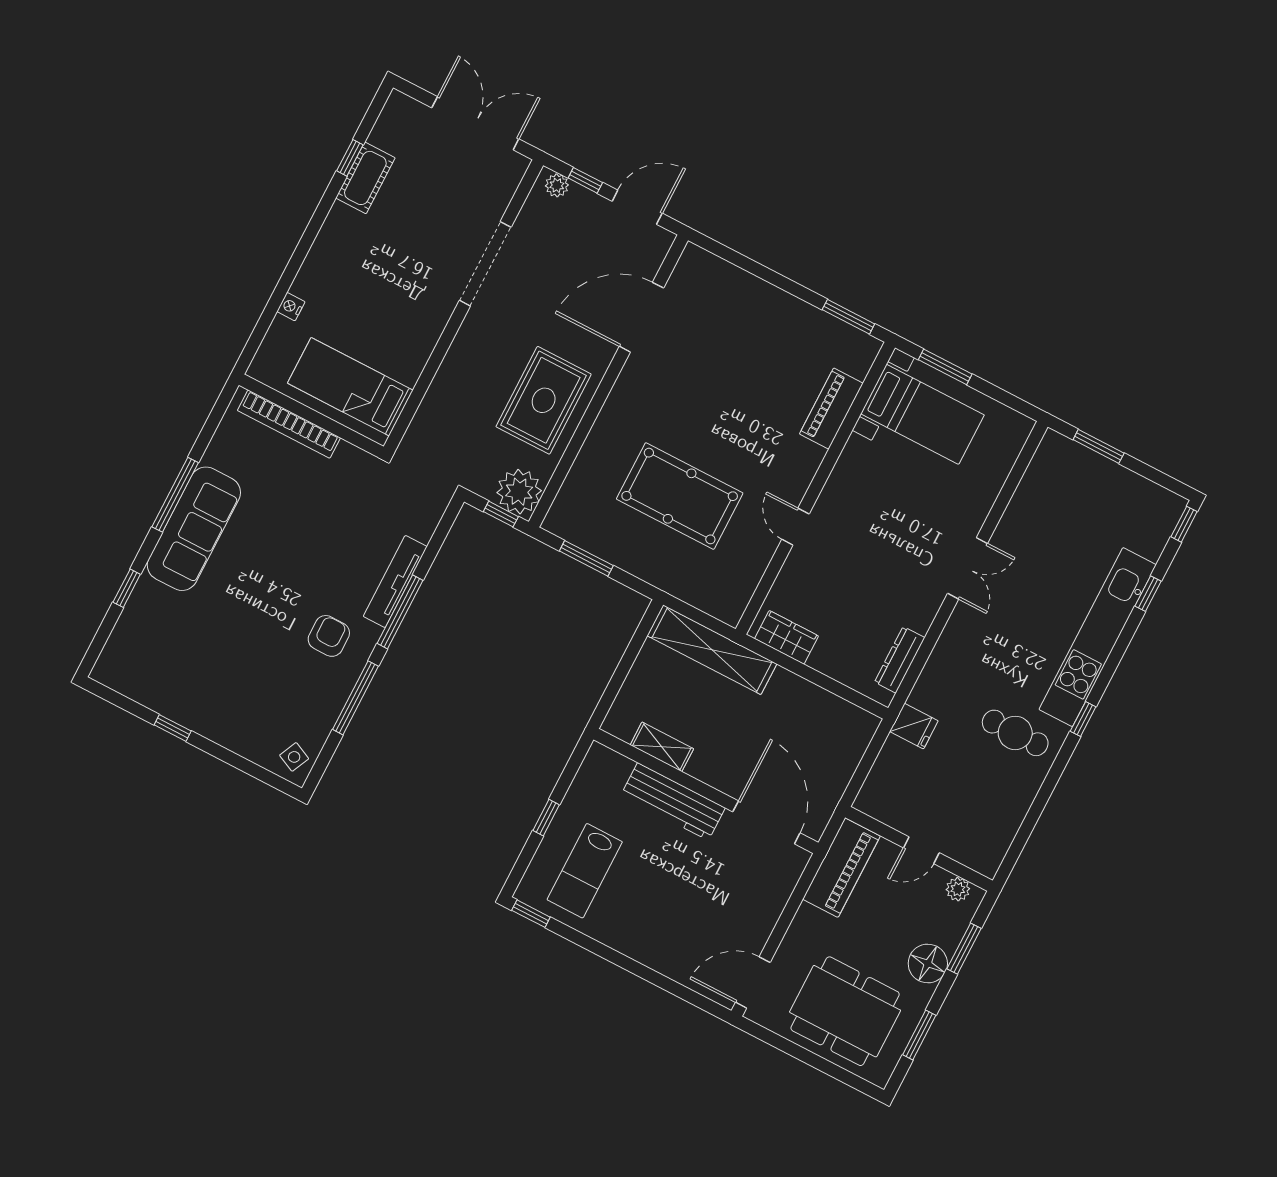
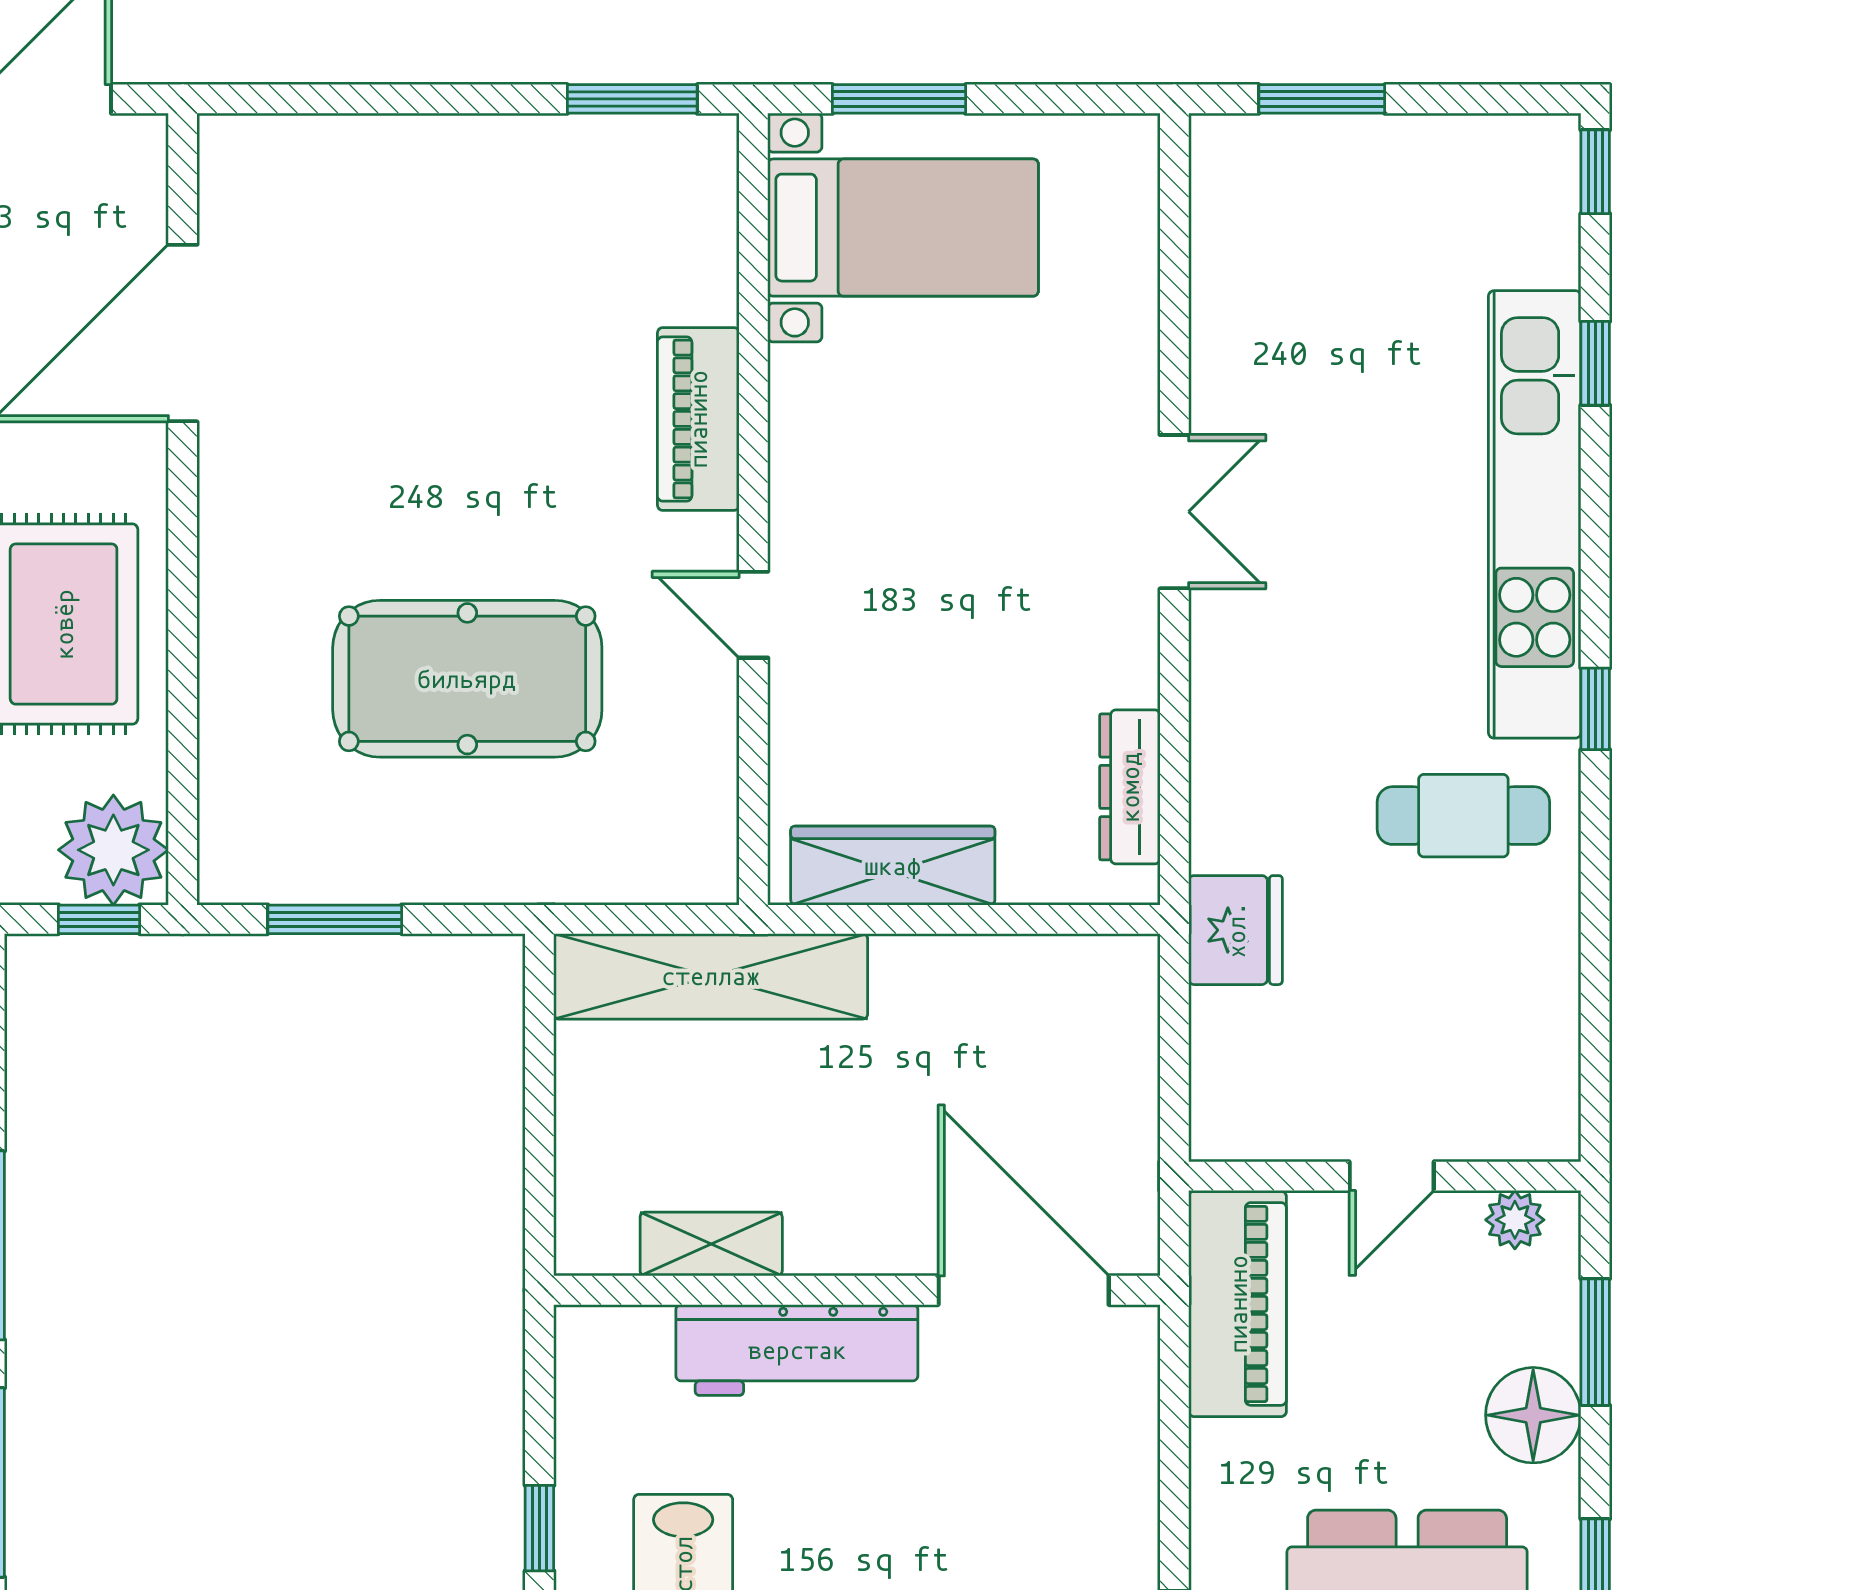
piano: (831, 409) -> (698, 419), moved
wardrobe: (786, 637) -> (893, 866), width x1.50
fridge: (914, 726) -> (1236, 930), width x1.38

